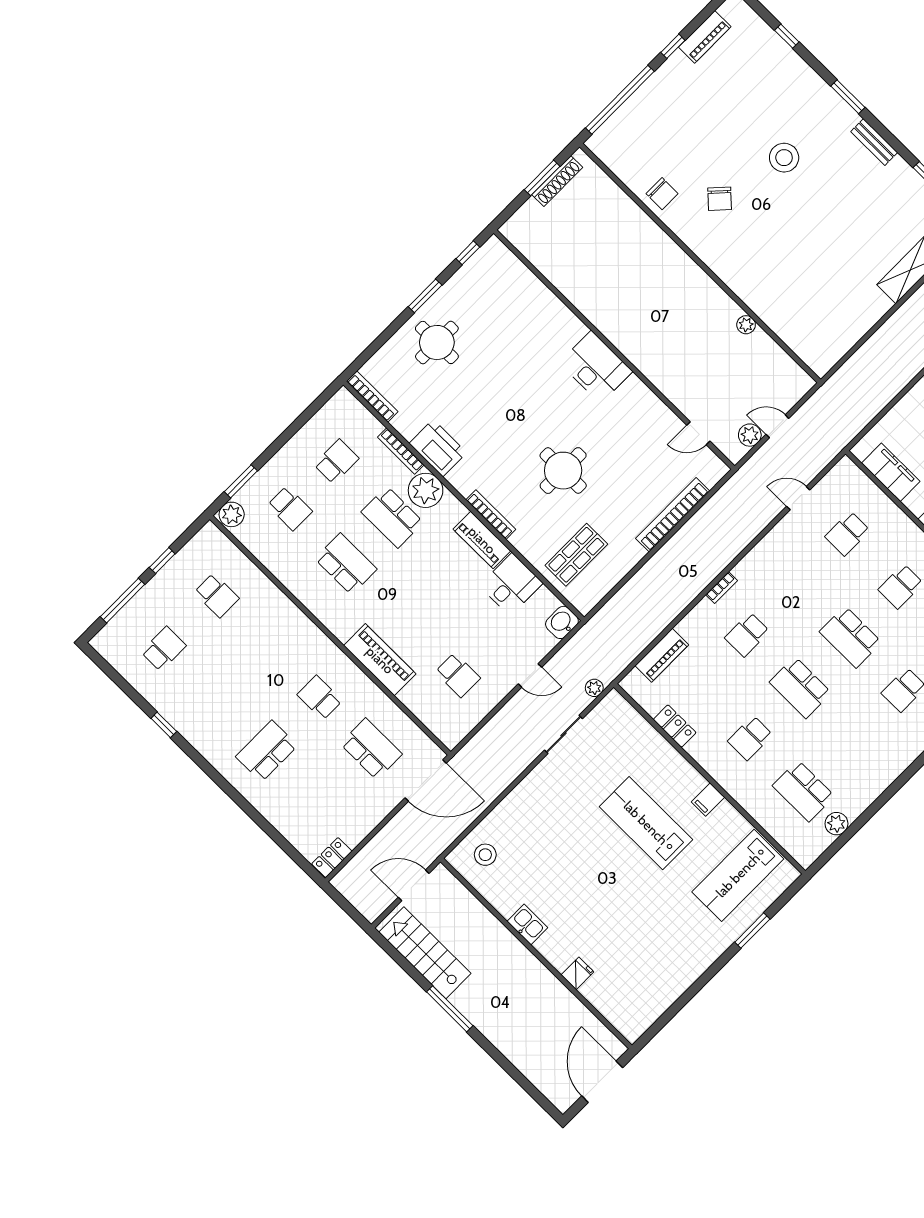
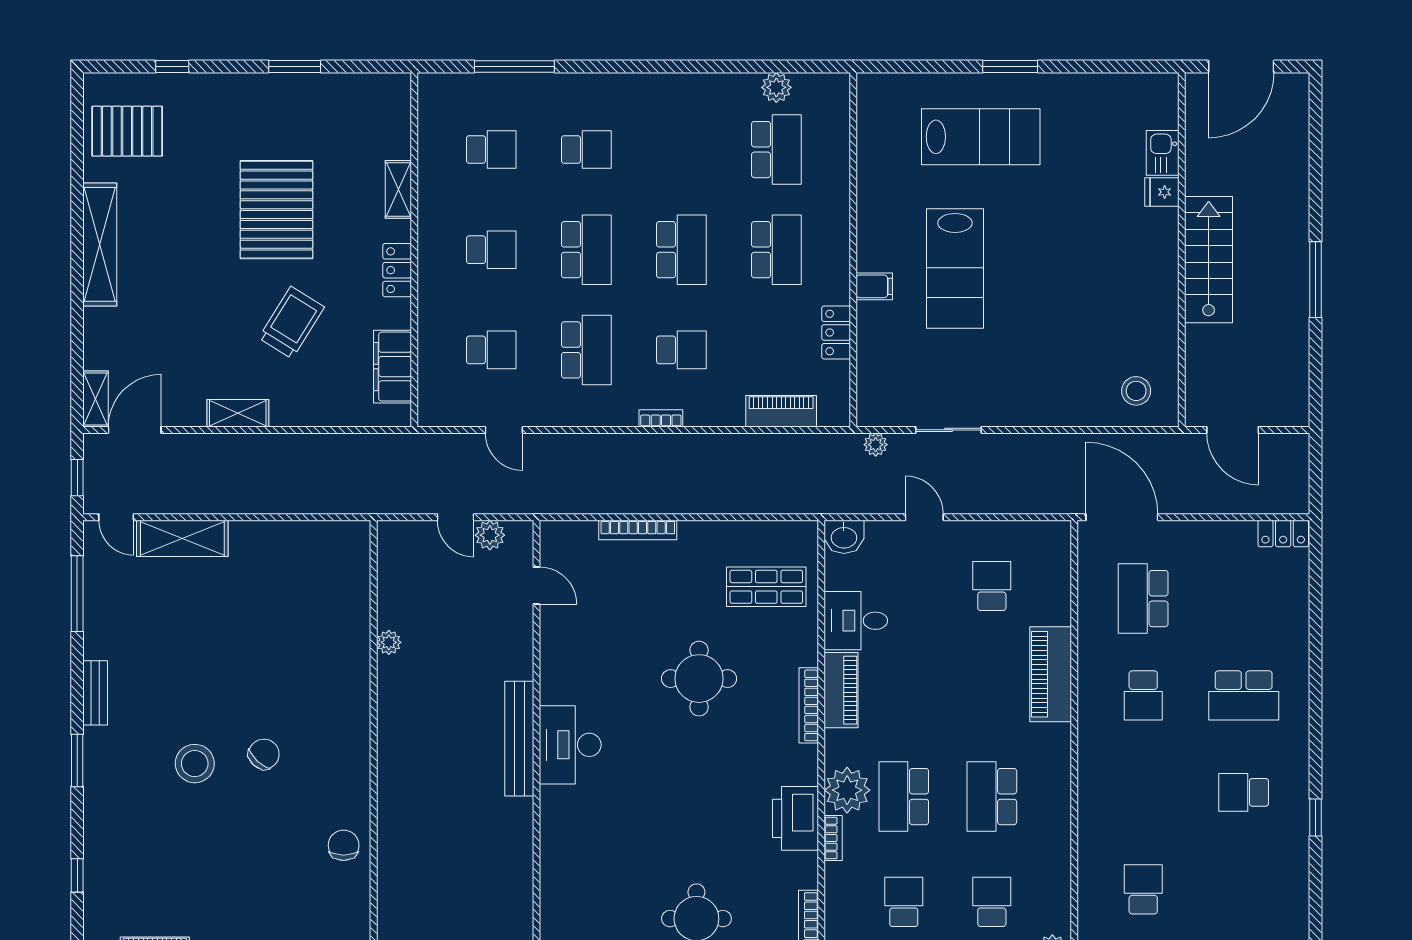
chair: (720, 199) -> (264, 754), moved
bench: (626, 343) -> (519, 739), added
bookcase: (401, 451) -> (833, 838), width x0.64
school desk: (336, 461) -> (904, 902), turned 90
bookcase: (673, 515) -> (638, 530), width x0.68, depth x0.76
school desk: (392, 517) -> (904, 797), turned 180
school desk: (797, 584) -> (586, 350), added
school desk: (164, 649) -> (1244, 792), moved
school desk: (750, 738) -> (776, 250), width x1.85
filing cabinet: (708, 800) -> (874, 286), moved
lab bench: (738, 875) -> (981, 137), moved
kitchen sink: (527, 924) -> (1163, 153), moved
window: (752, 931) -> (1010, 67), moved
stairs: (425, 953) -> (1209, 260), moved, turned 180

